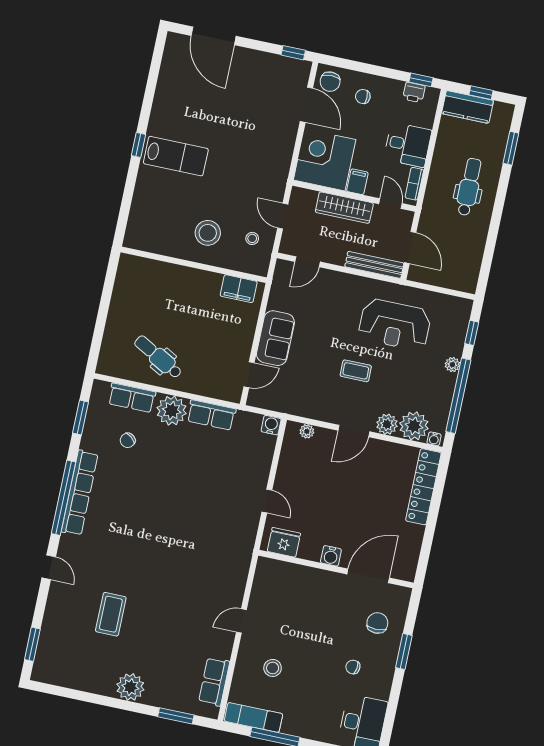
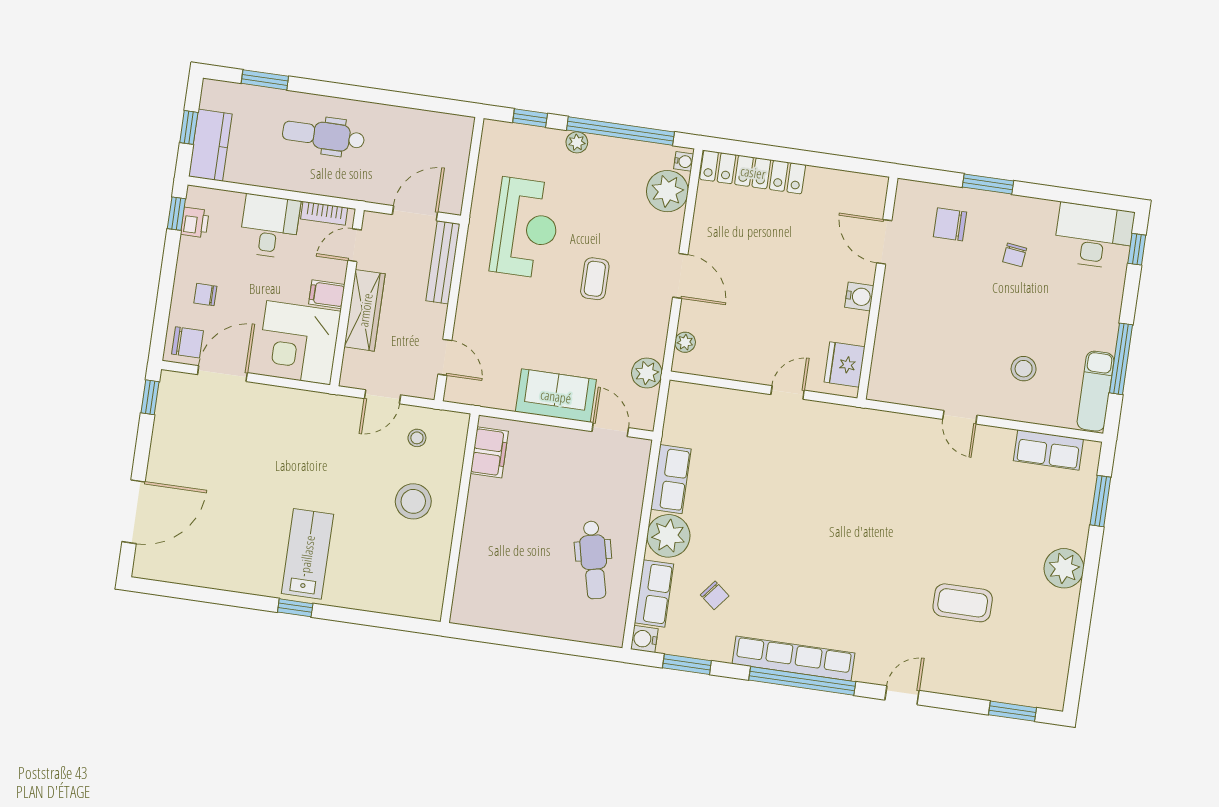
chair: (363, 96) -> (205, 295), turned 90
dental chair: (158, 357) -> (594, 560), turned -42
plant: (387, 424) -> (647, 373), moved
water cooler: (271, 425) -> (644, 639), moved
door: (368, 576) -> (884, 242), width x0.73

